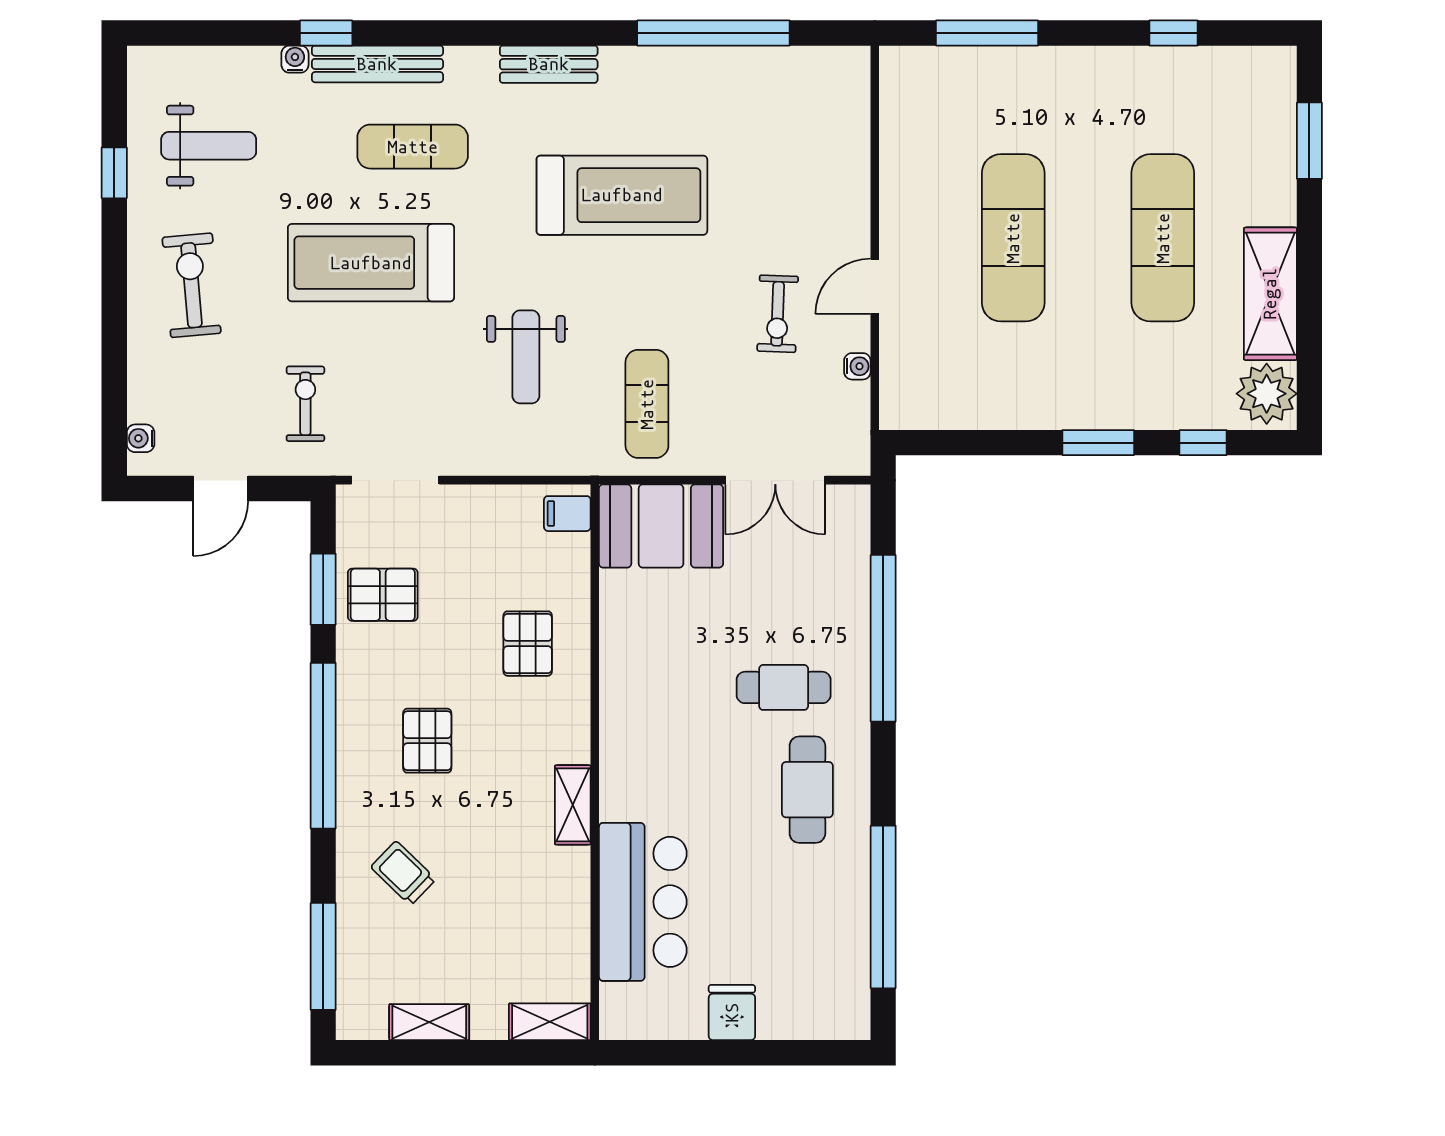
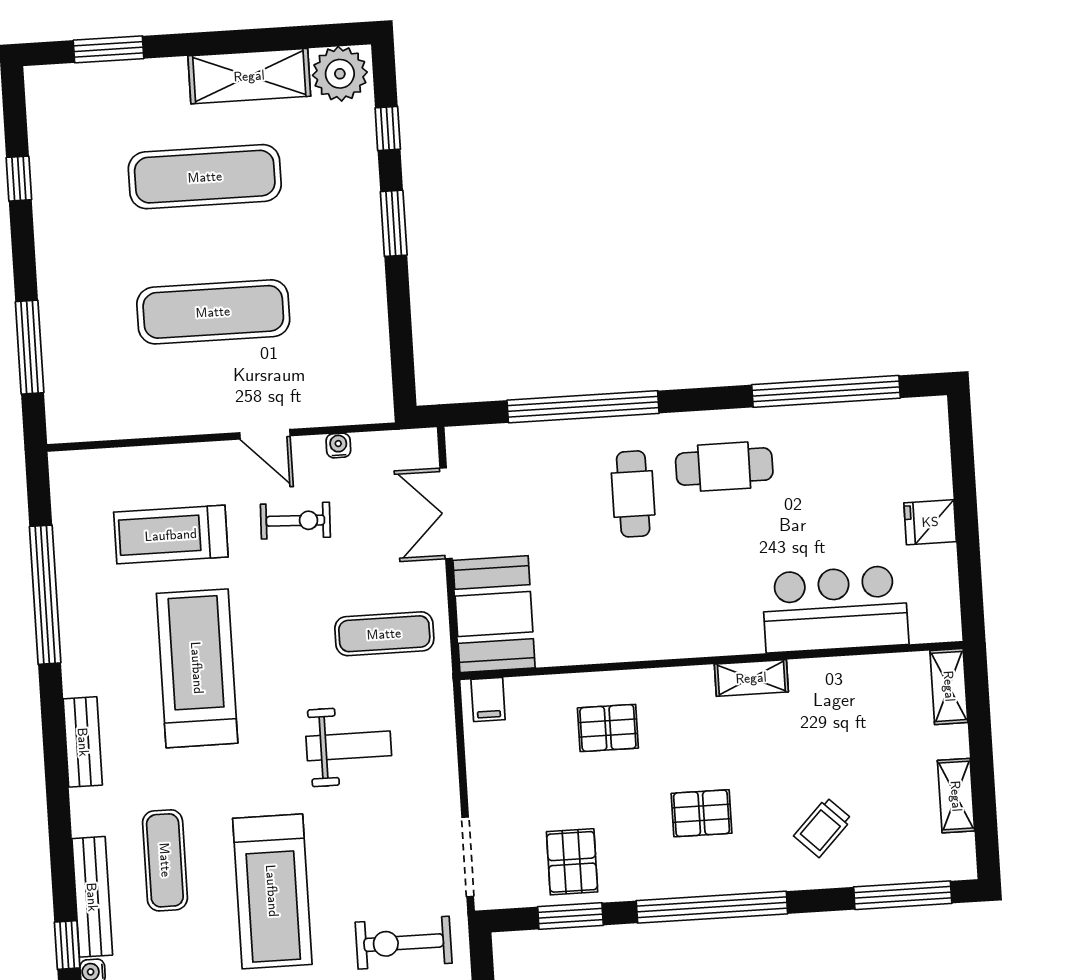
treadmill: (771, 176) -> (171, 535), added
exercise bike: (305, 404) -> (404, 943), width x1.38, depth x1.39
double door: (775, 480) -> (446, 513), swing flipped

